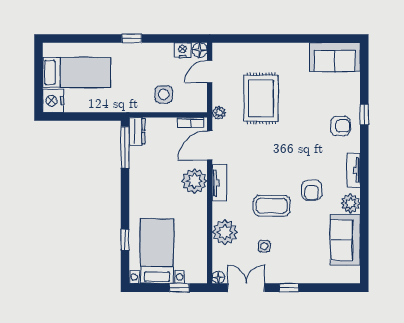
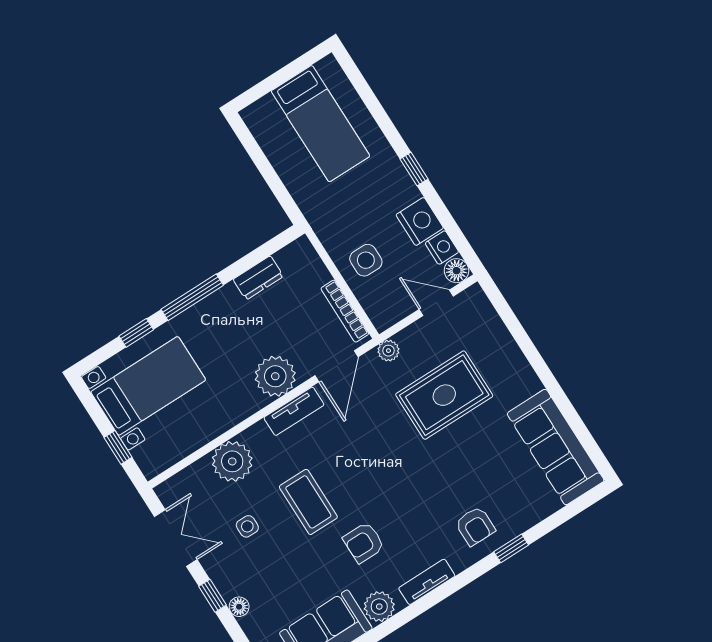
sofa: (335, 57) -> (556, 447), width x1.36
nightstand: (53, 101) -> (420, 221), moved, turned 90
bookcase: (191, 123) -> (345, 311), width x1.56
dresser: (137, 131) -> (258, 278), moved
door: (210, 145) -> (337, 366), swing flipped
window: (125, 147) -> (192, 297), moved
floor lamp: (218, 277) -> (239, 607), moved

